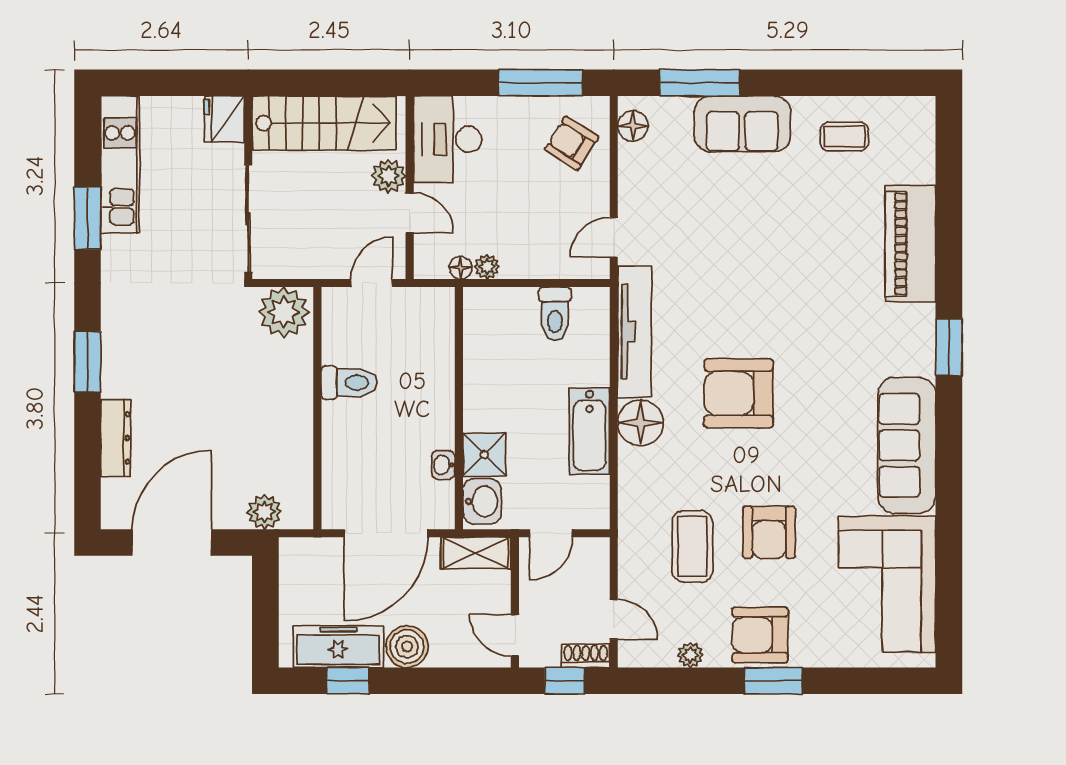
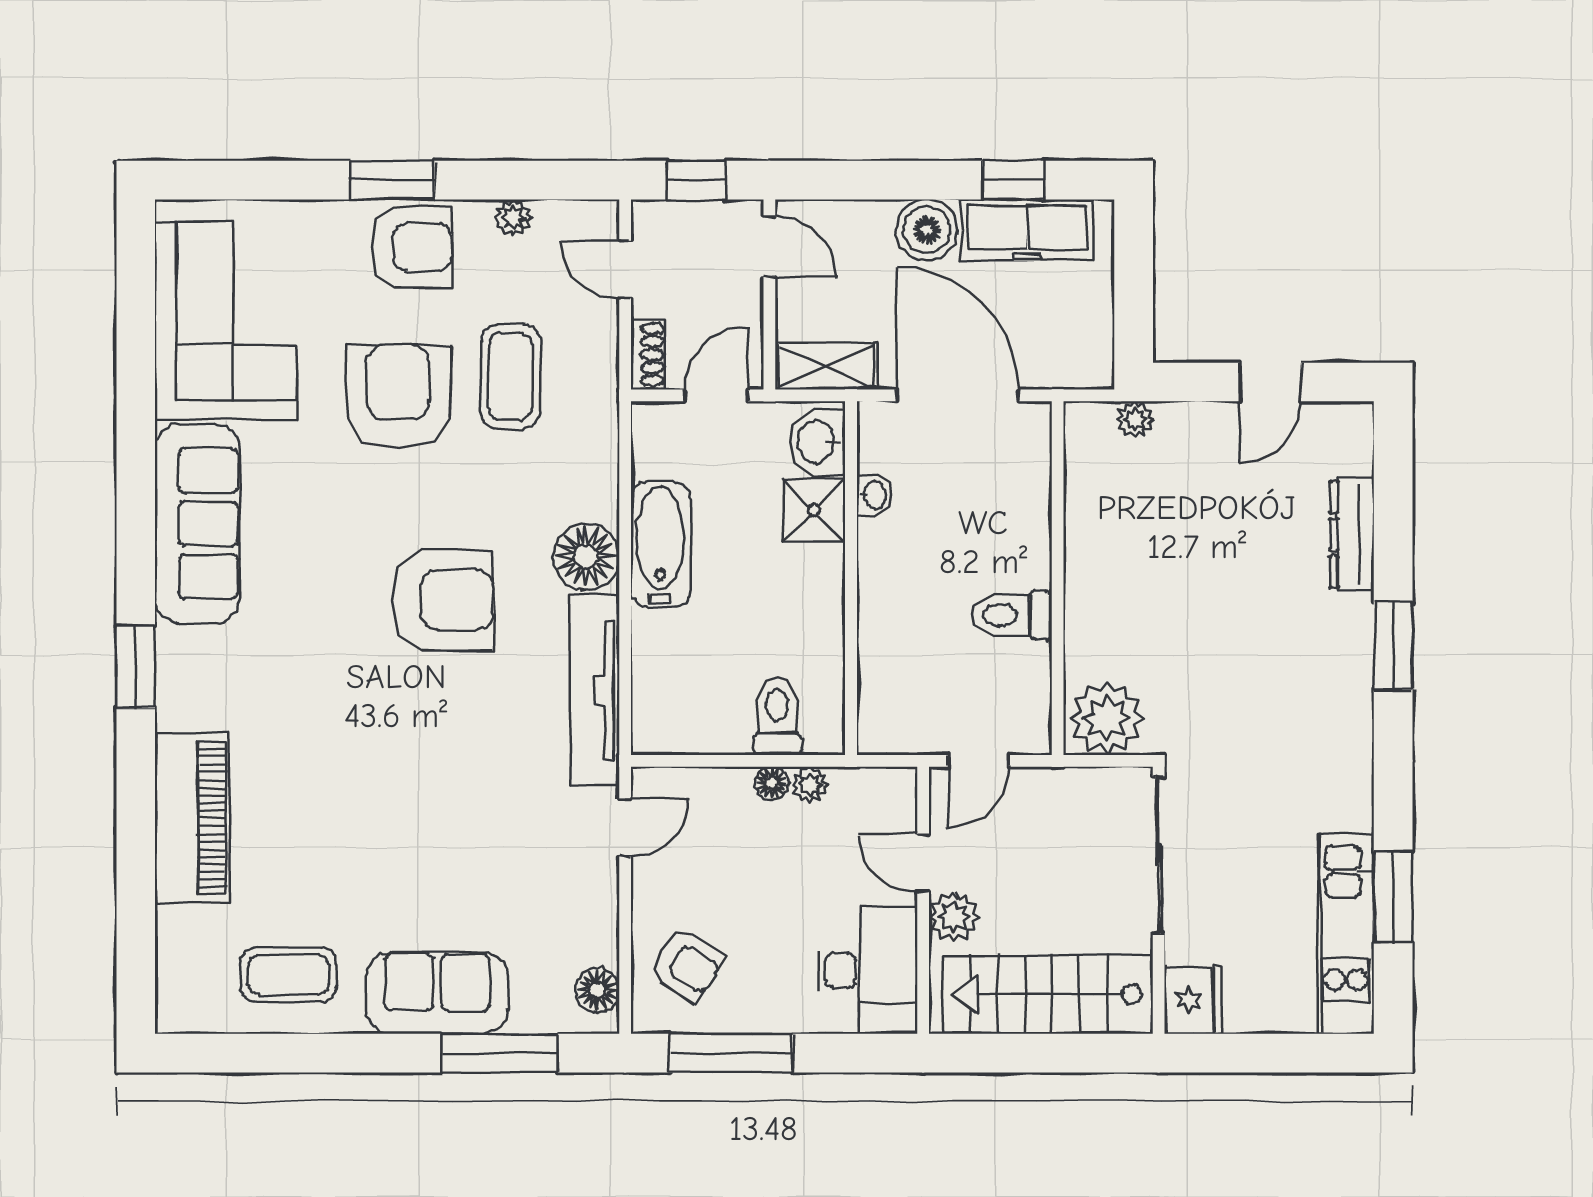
coffee table: (844, 136) -> (288, 975), width x1.36, depth x1.30
window: (88, 218) -> (1393, 897), moved
floor lamp: (461, 268) -> (772, 783), moved
toilet: (555, 314) -> (777, 716), moved
plant: (265, 512) -> (1135, 420), width x0.73, depth x0.73
armchair: (769, 532) -> (398, 397), width x1.36, depth x1.36
door: (386, 533) -> (957, 395), hinge flipped
door: (172, 542) -> (1270, 382), width x0.53
shoe rack: (586, 656) -> (648, 354), moved, turned -90

